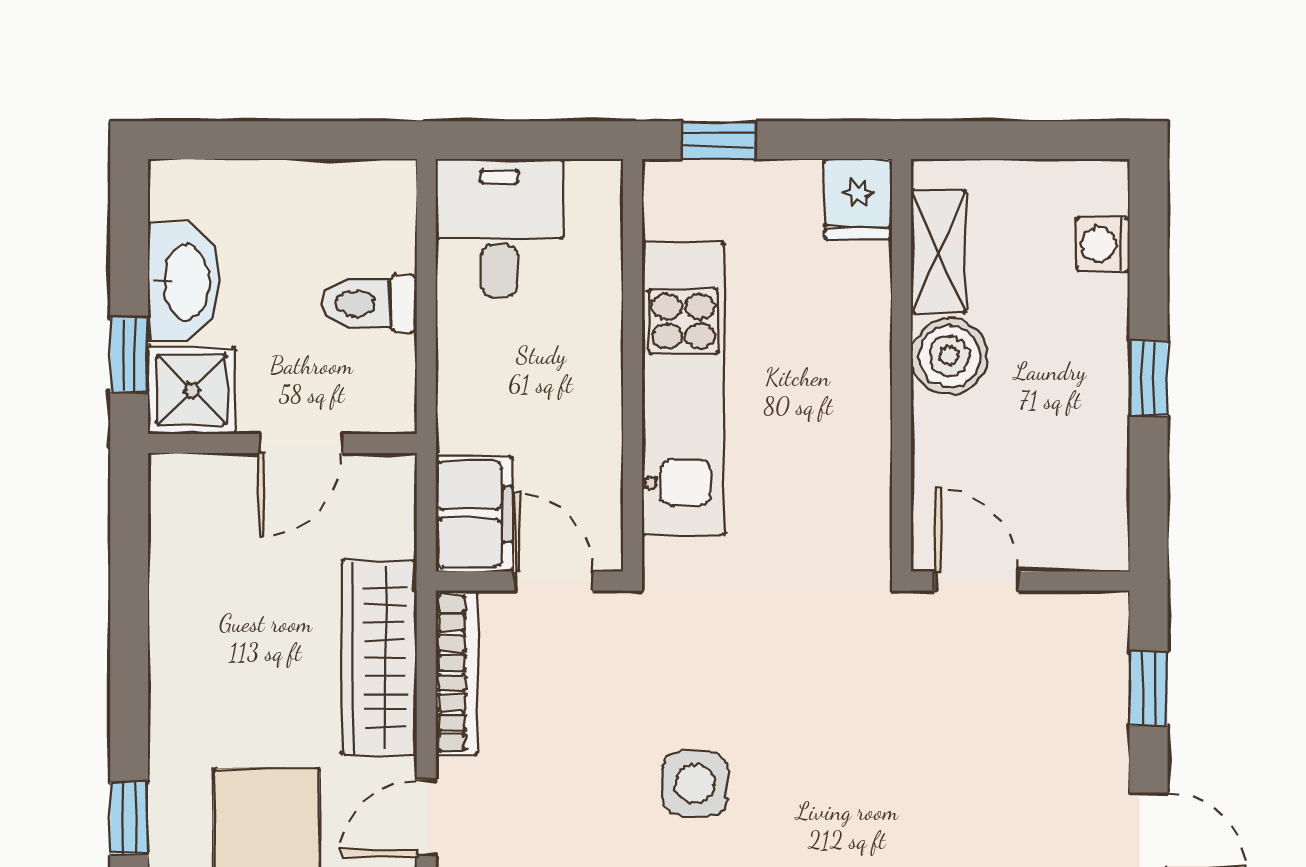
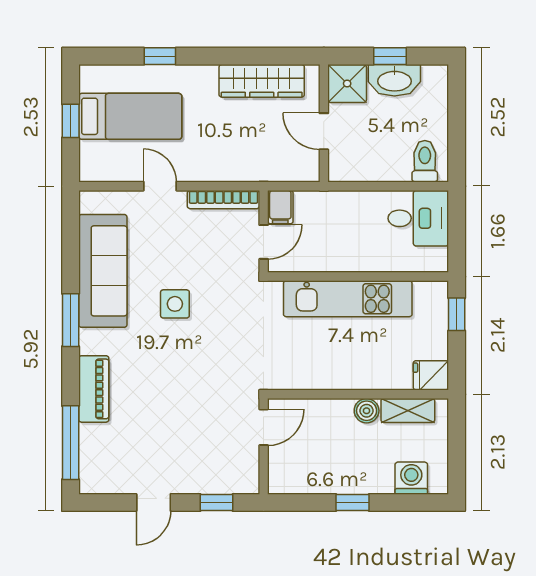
washing machine: (1103, 244) -> (411, 478), width x1.38, depth x1.38
toilet: (369, 304) -> (425, 161), moved
window: (129, 355) -> (390, 56), moved
boiler: (949, 356) -> (367, 411), width x0.73, depth x0.73
filing cabinet: (474, 514) -> (280, 207), width x0.50
wardrobe: (379, 658) -> (262, 81), moved, turned 180

